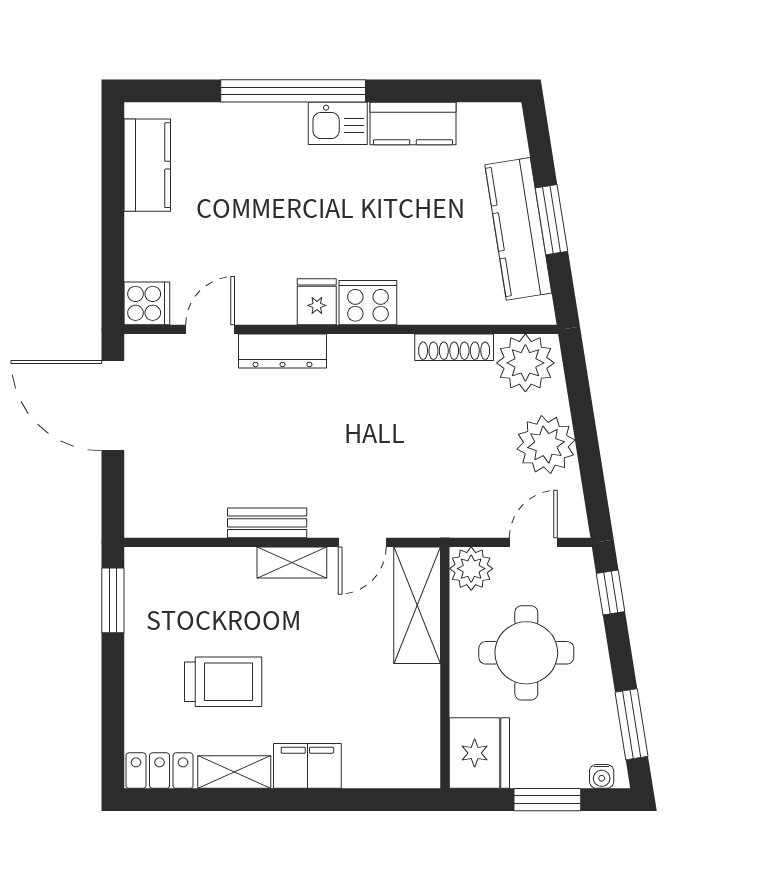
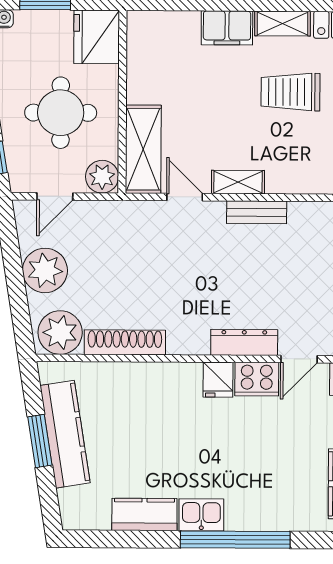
cooker: (368, 303) -> (257, 379), moved
shoe rack: (454, 347) -> (125, 342), width x1.36, depth x1.24
door: (362, 542) -> (185, 197), hinge flipped

